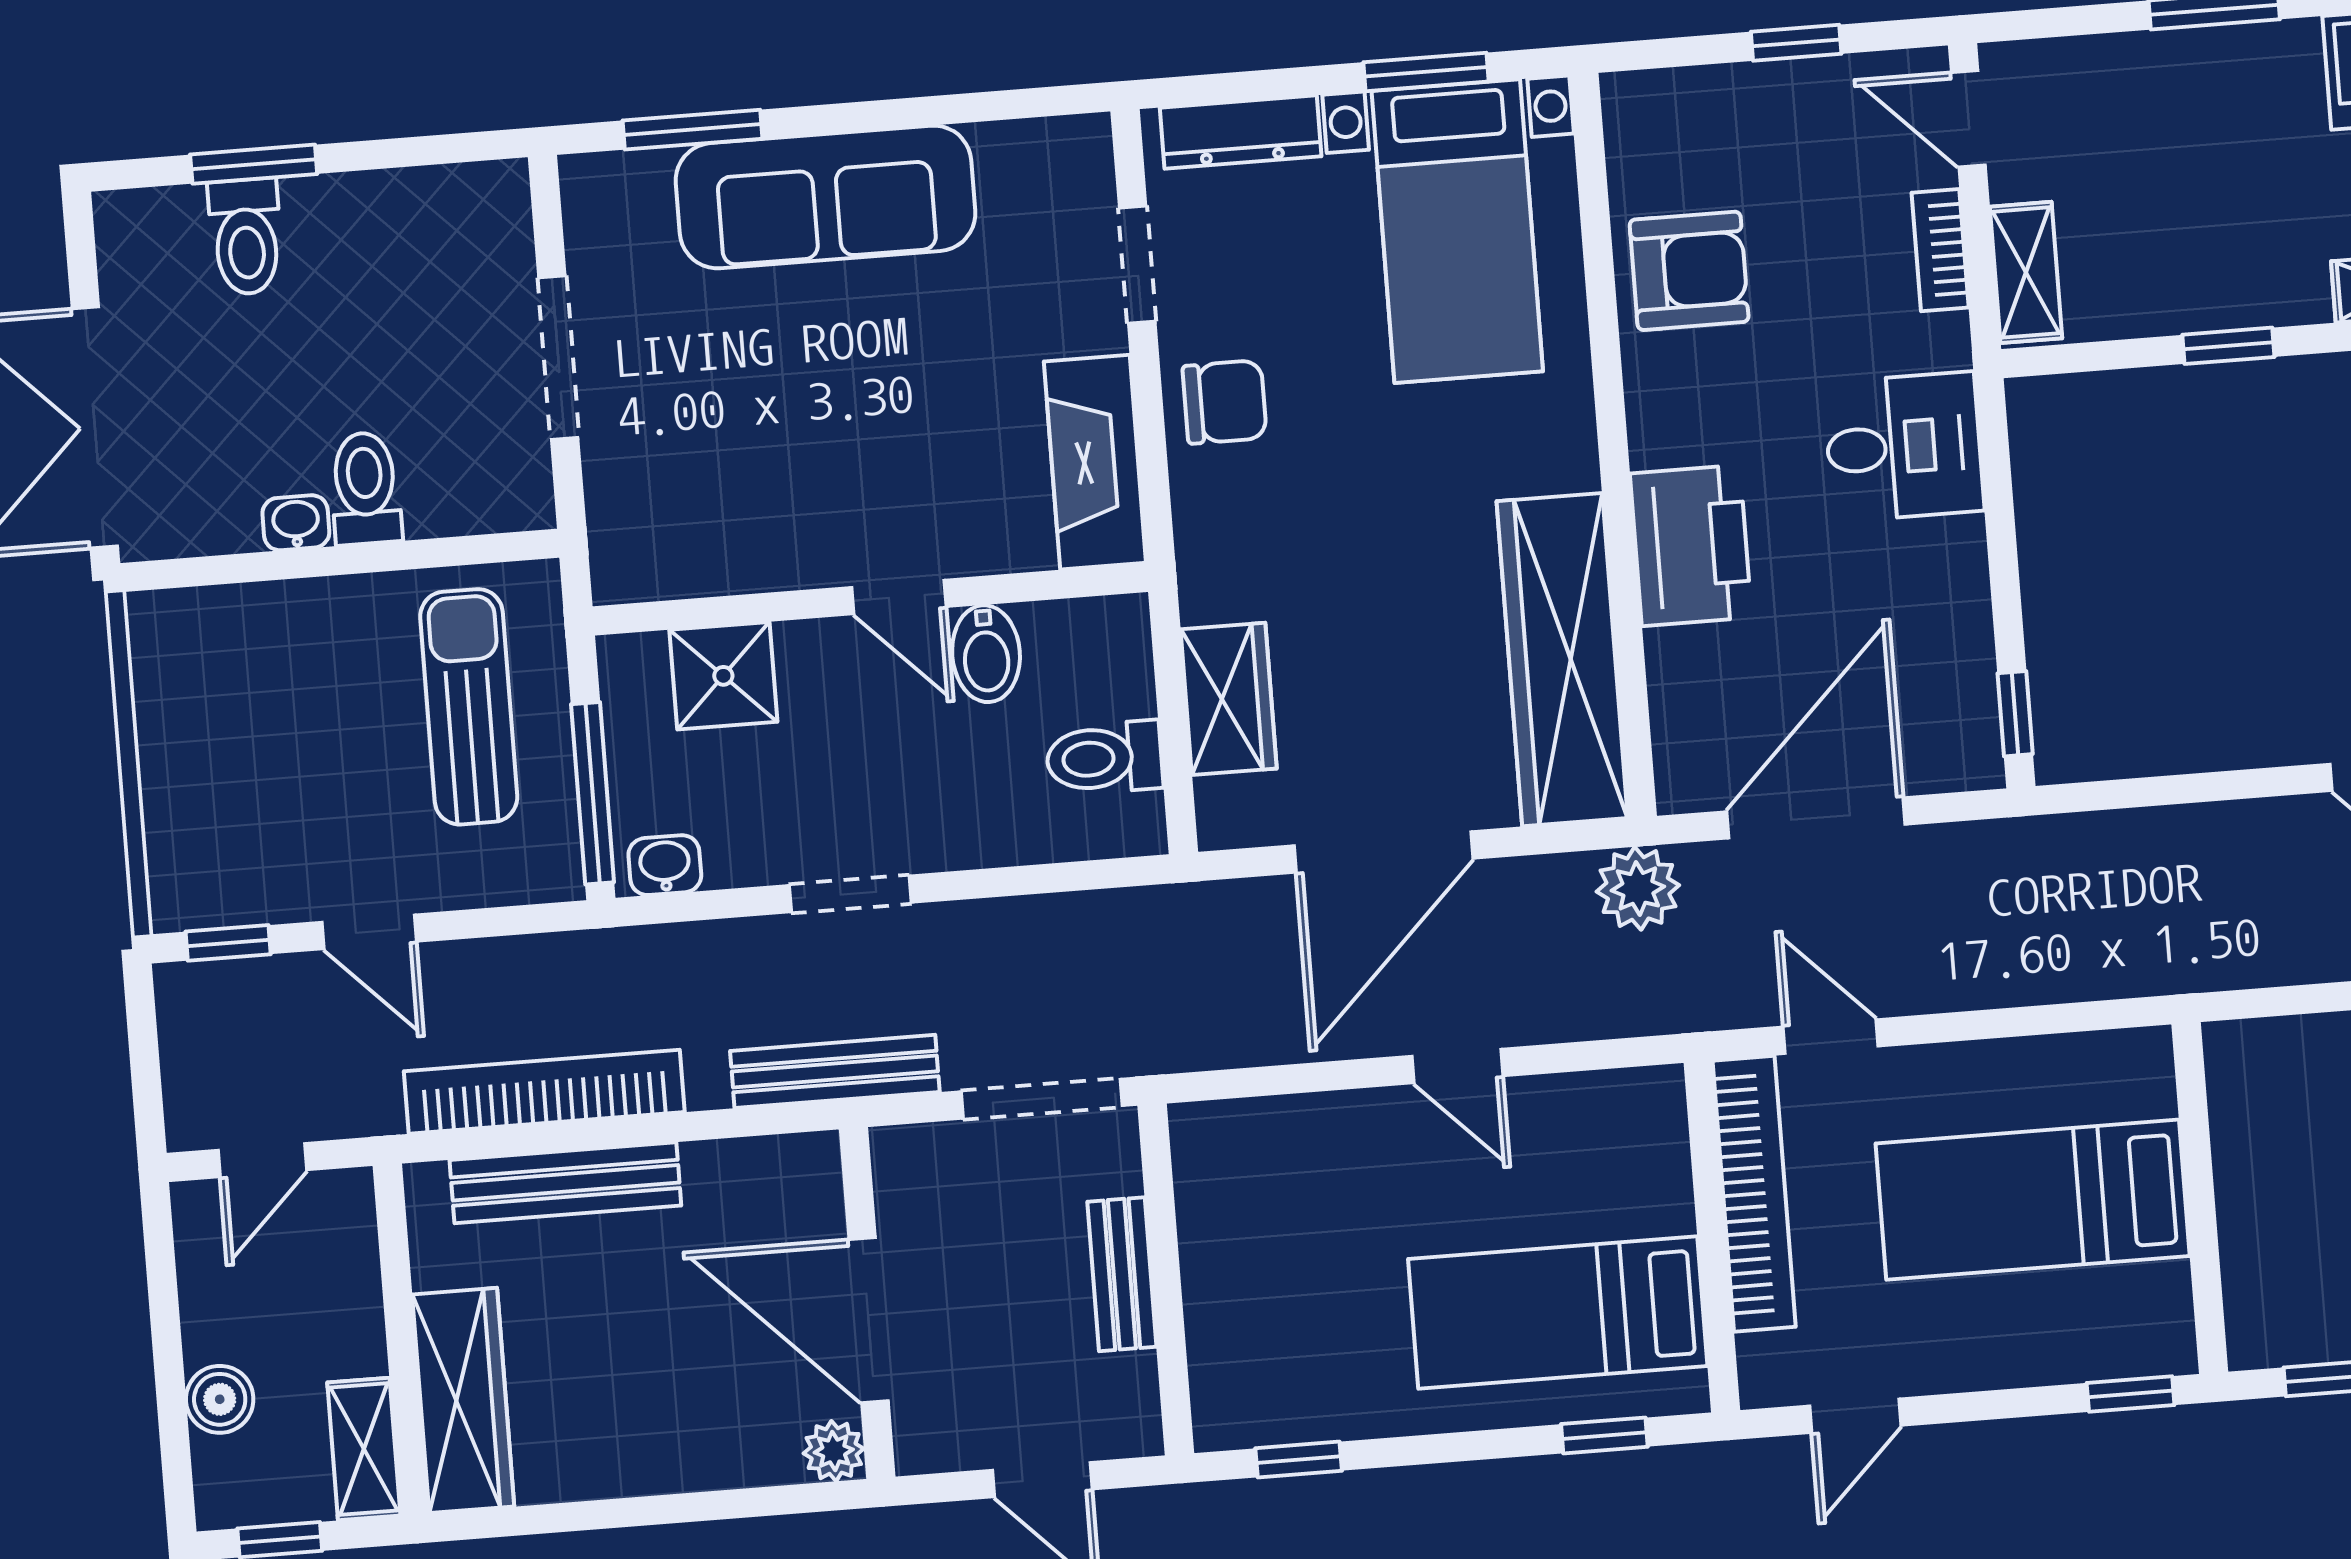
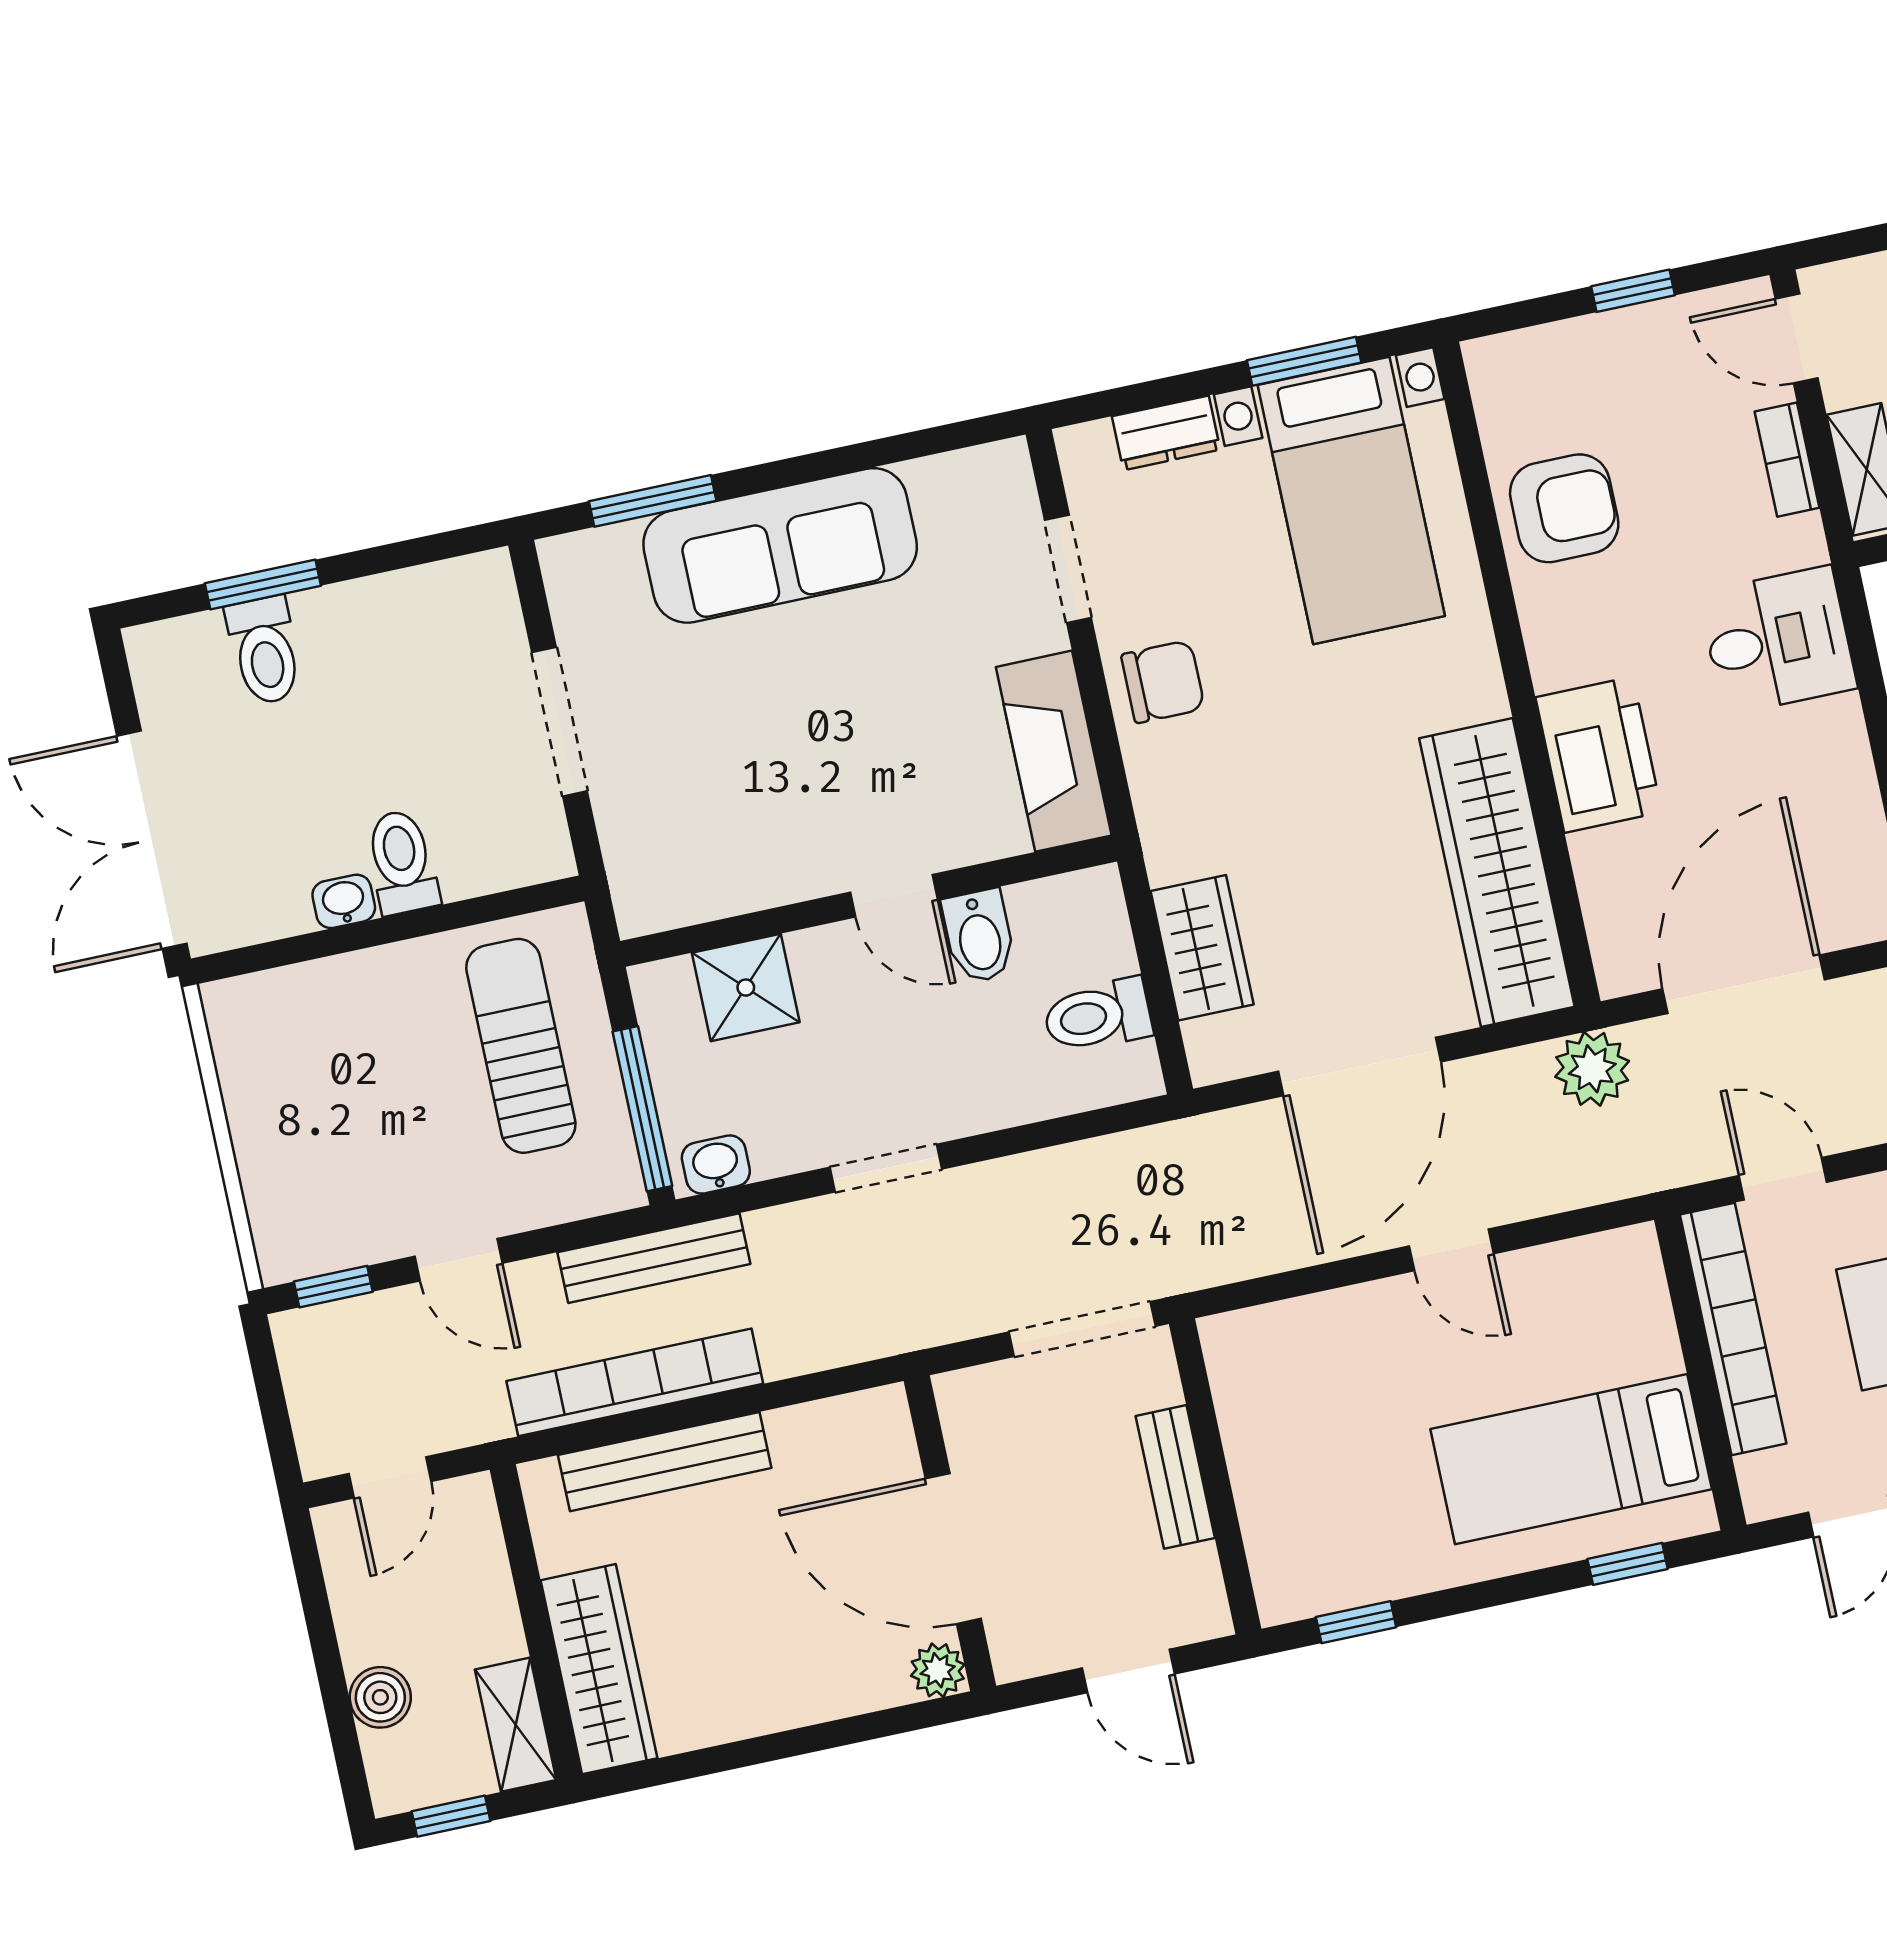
dresser: (1241, 132) -> (1166, 433), width x0.70
bench: (835, 1071) -> (654, 1258), moved

